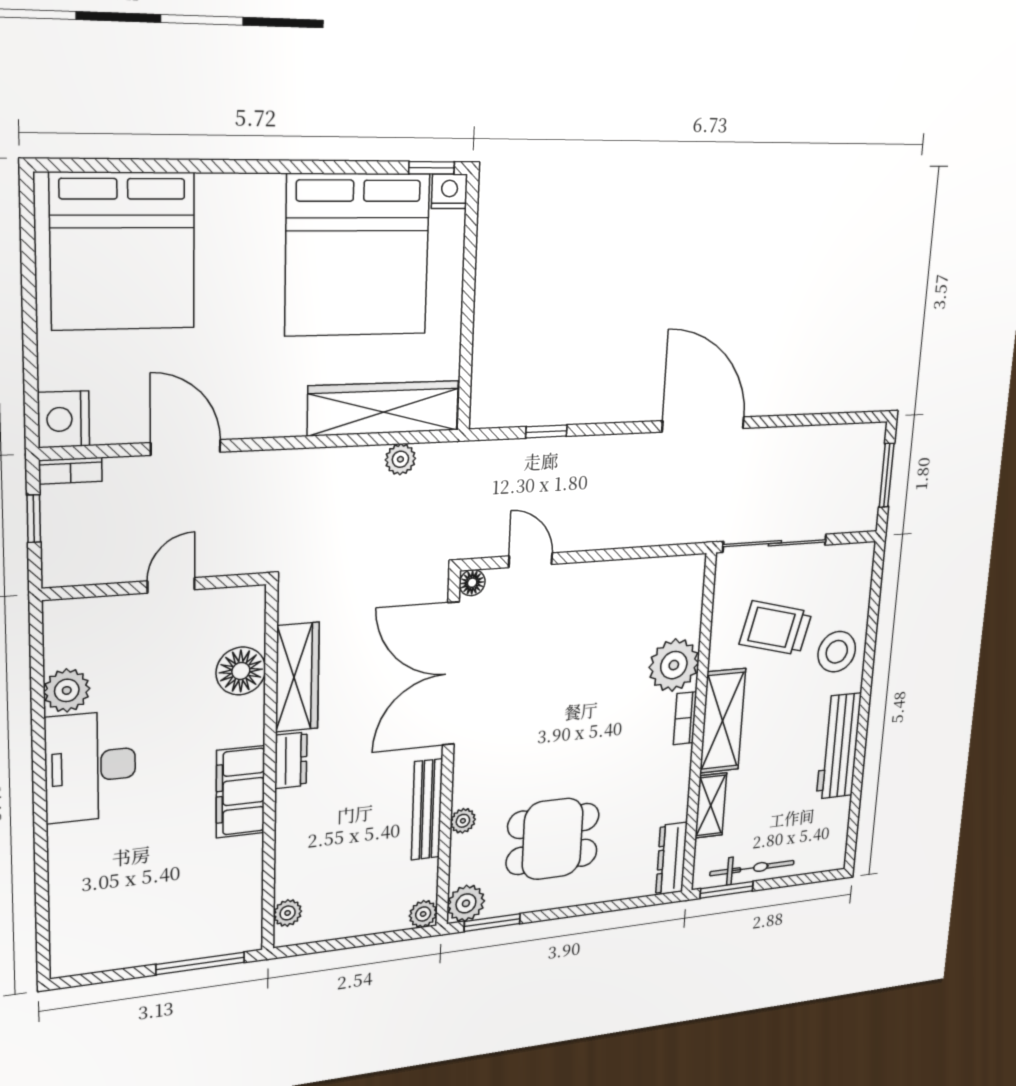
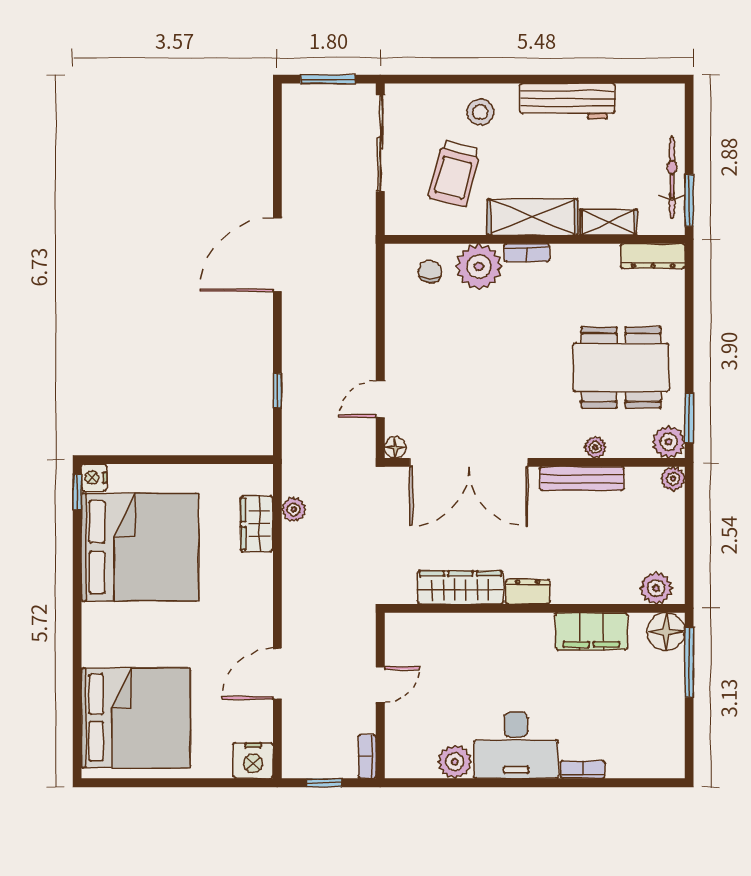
wardrobe: (384, 408) -> (257, 524), width x0.48, depth x0.85
bookcase: (70, 471) -> (367, 756), moved, turned 180
sliding door: (775, 543) -> (380, 143), moved
door: (171, 585) -> (380, 684), swing flipped
chair: (672, 609) -> (430, 271), added
stool: (837, 652) -> (480, 112), width x0.73, depth x0.73
floor lamp: (241, 671) -> (666, 632), moved
filing cabinet: (240, 792) -> (591, 631), moved
dining table: (553, 839) -> (621, 367), width x1.37
bookcase: (59, 853) -> (583, 770), added
plant: (288, 913) -> (656, 588), width x1.38, depth x1.38

